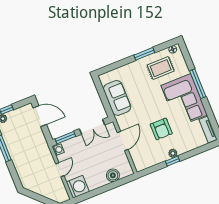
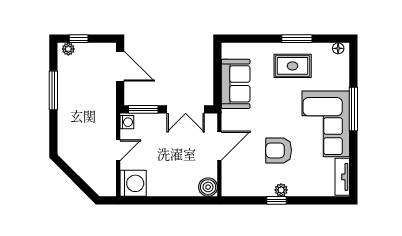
rug: (161, 68) -> (293, 66), moved
armchair: (161, 129) -> (279, 150), turned 90
boiler: (113, 175) -> (208, 187), moved

